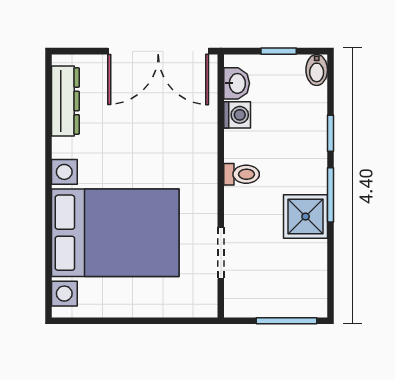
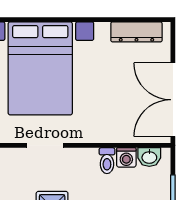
toilet: (242, 174) -> (107, 161), moved
doorway: (221, 253) -> (45, 145), moved

